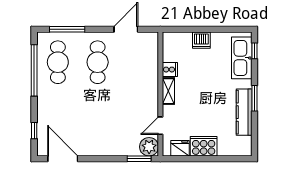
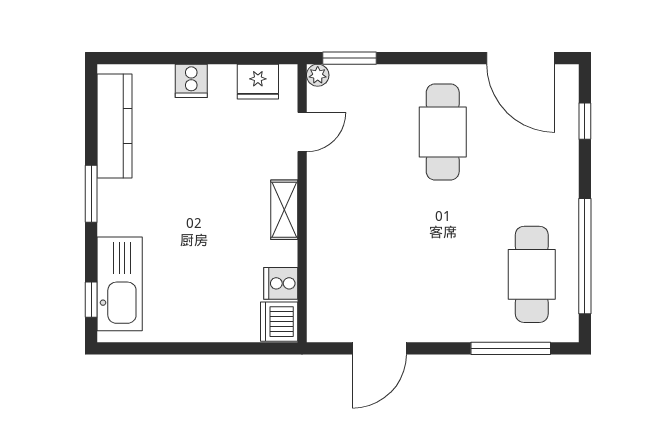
dishwasher: (201, 40) -> (279, 322), moved, turned -90
cafe table: (98, 62) -> (443, 132), moved
cooker: (170, 70) -> (281, 283), moved
kitchen counter: (244, 112) -> (114, 126), moved
cooker: (204, 146) -> (191, 81), width x0.53, depth x0.76
plant: (149, 147) -> (318, 75), width x0.53, depth x0.53

